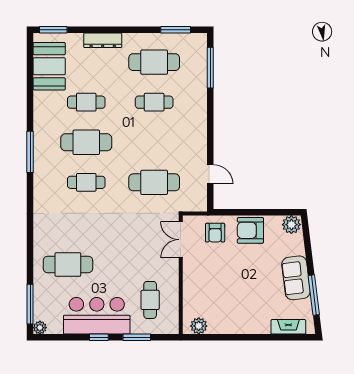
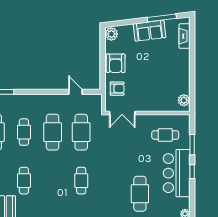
cafe table: (86, 142) -> (53, 132), moved
door: (210, 174) -> (76, 92), hinge flipped

